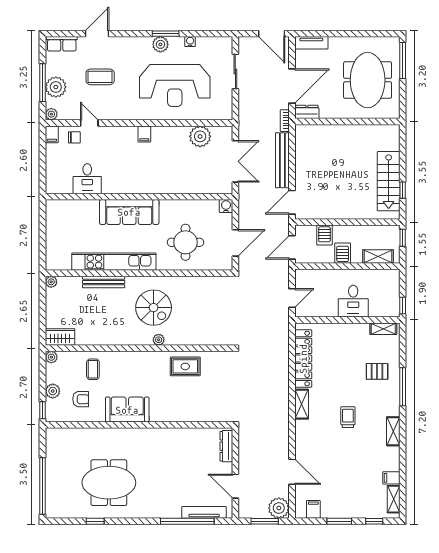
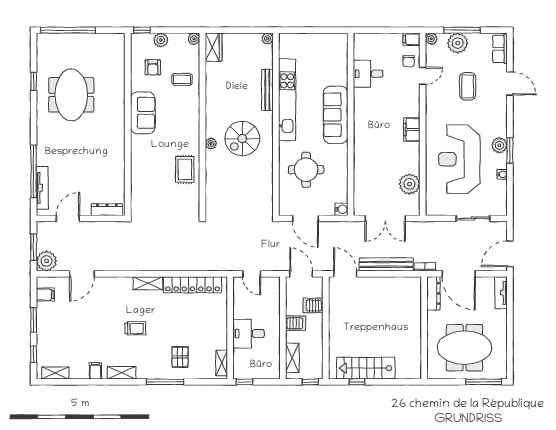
dresser: (307, 112) -> (433, 293), width x1.44
filing cabinet: (144, 134) -> (412, 130), width x2.00
filing cabinet: (391, 478) -> (95, 371), moved

